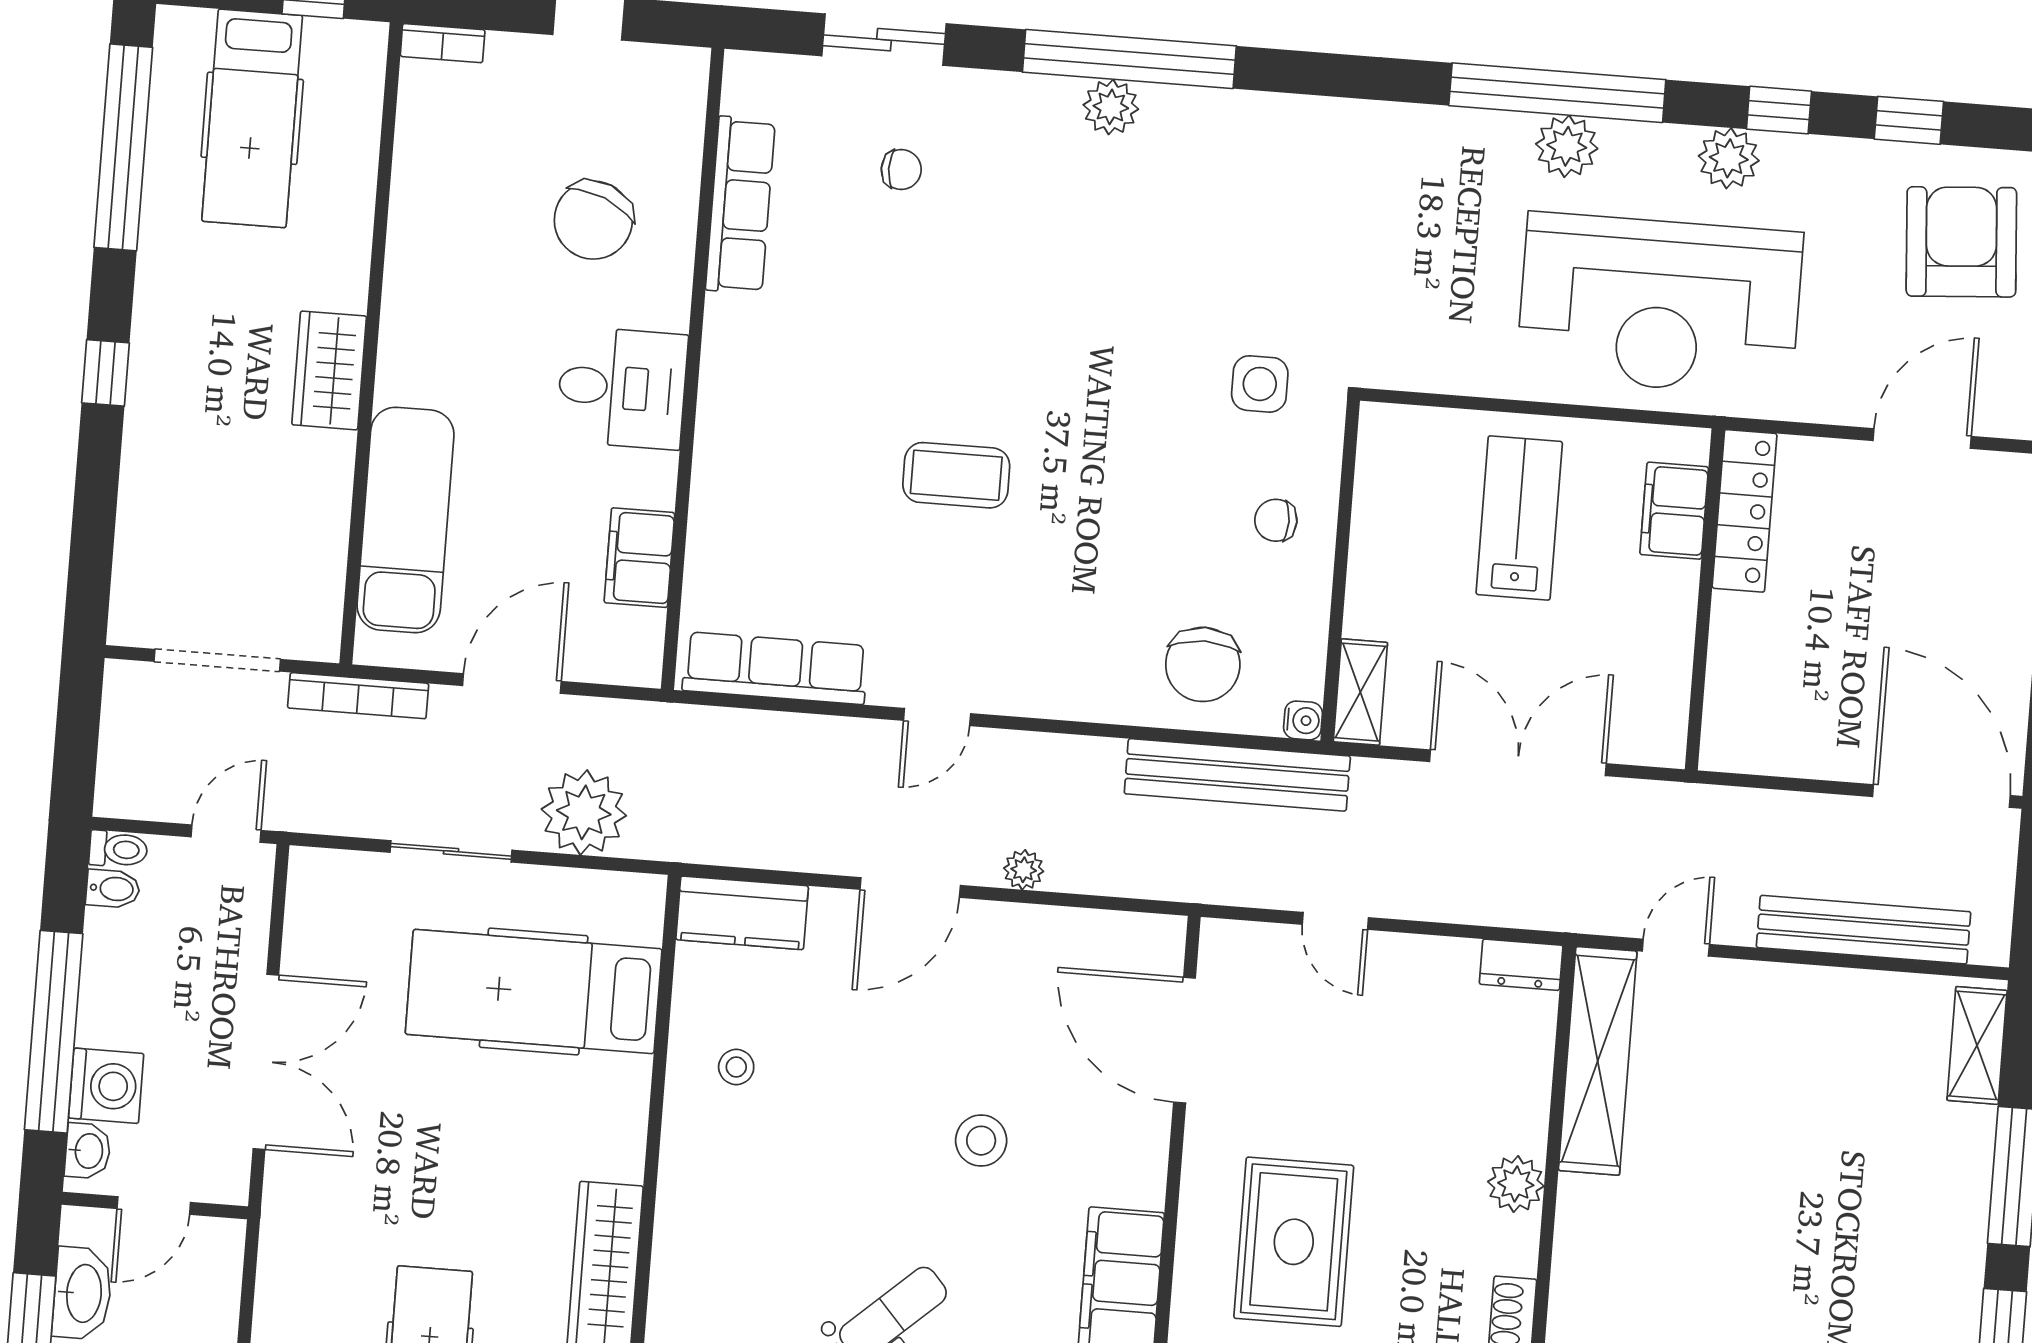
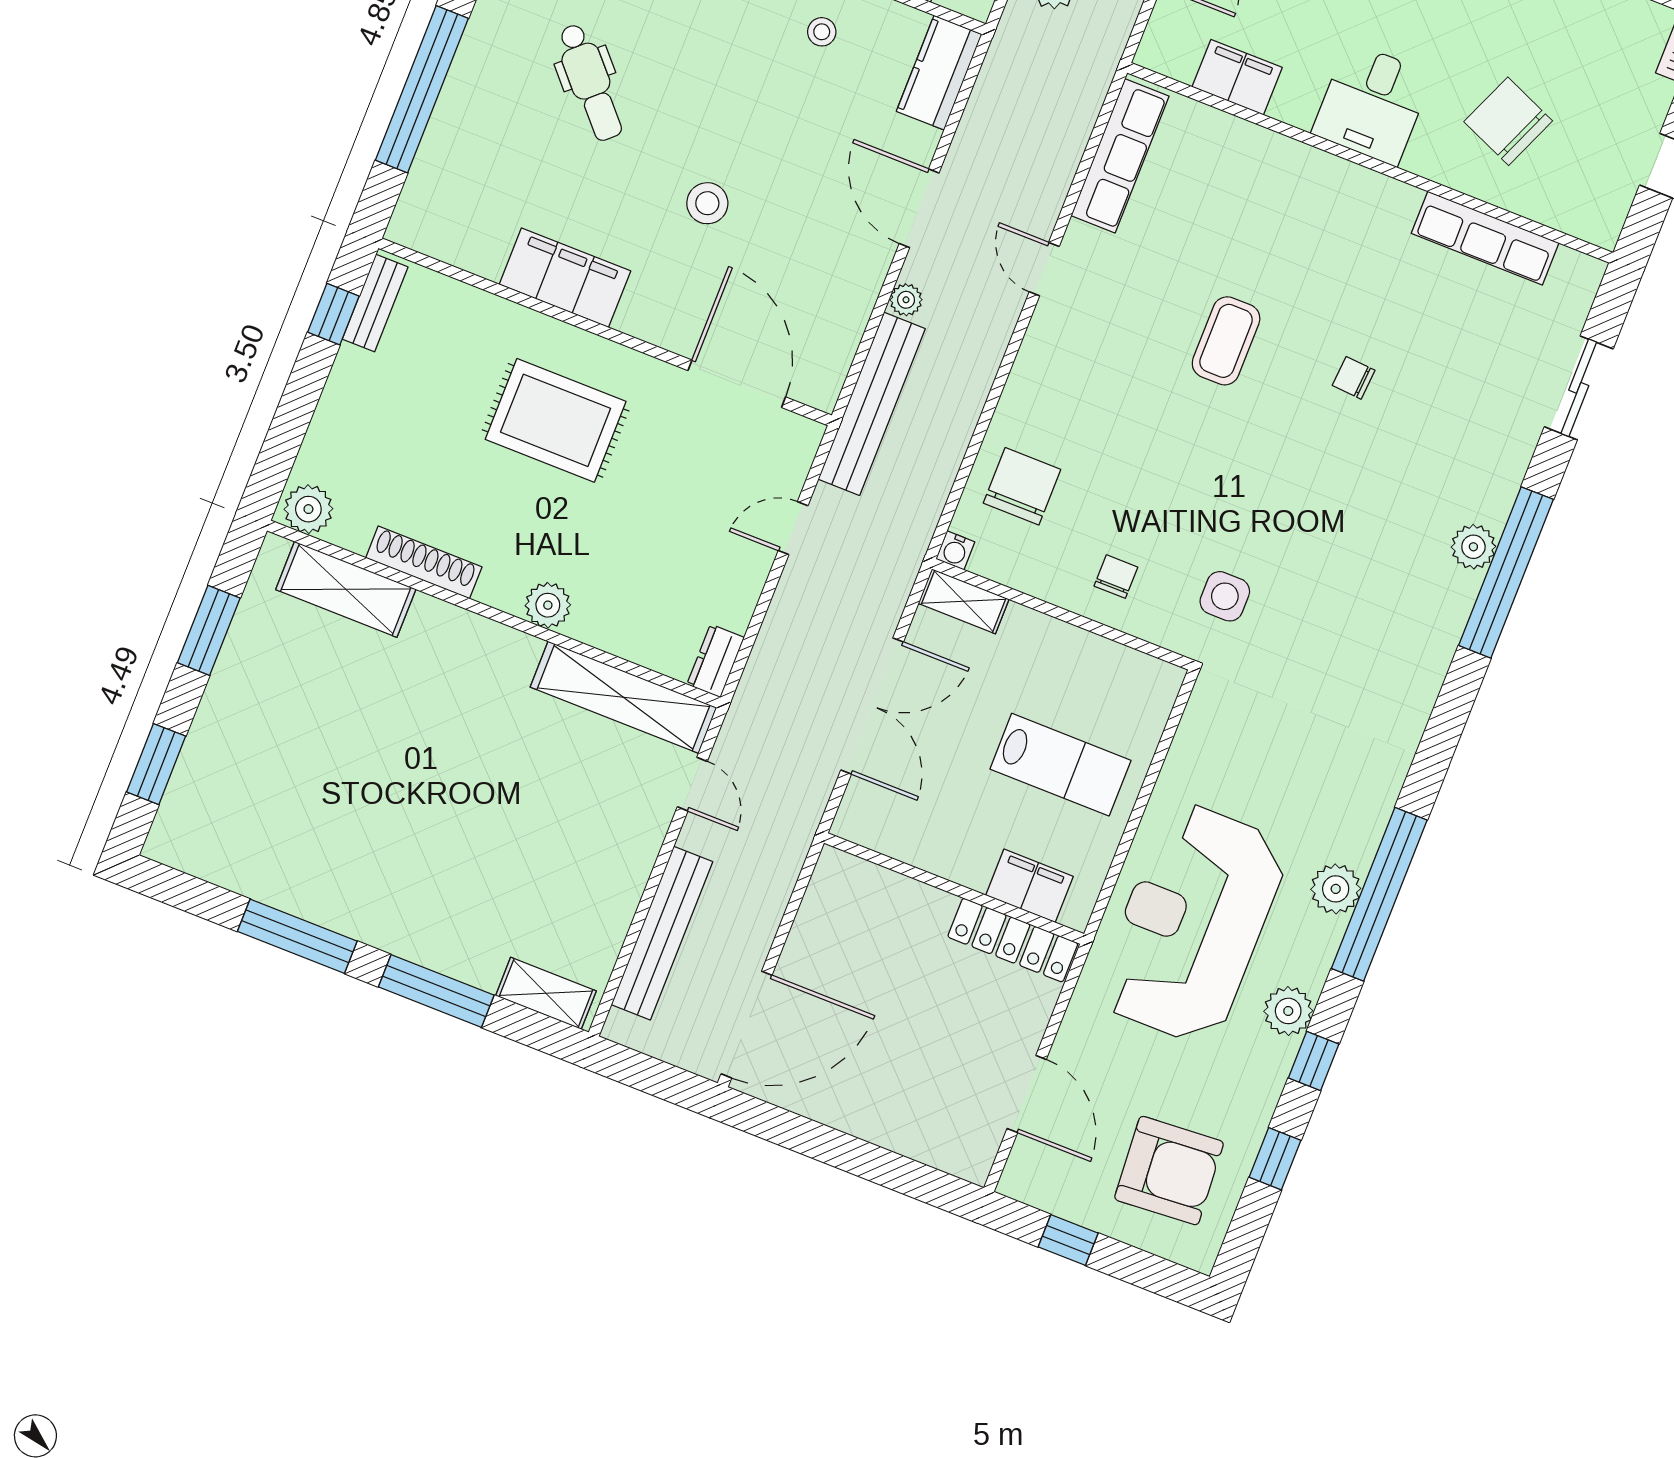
chair: (901, 170) -> (1354, 378), moved, turned 94
chair: (1203, 664) -> (1022, 486), turned 90
bench: (1237, 775) -> (872, 404), moved
door: (1185, 1040) -> (737, 384), hinge flipped

